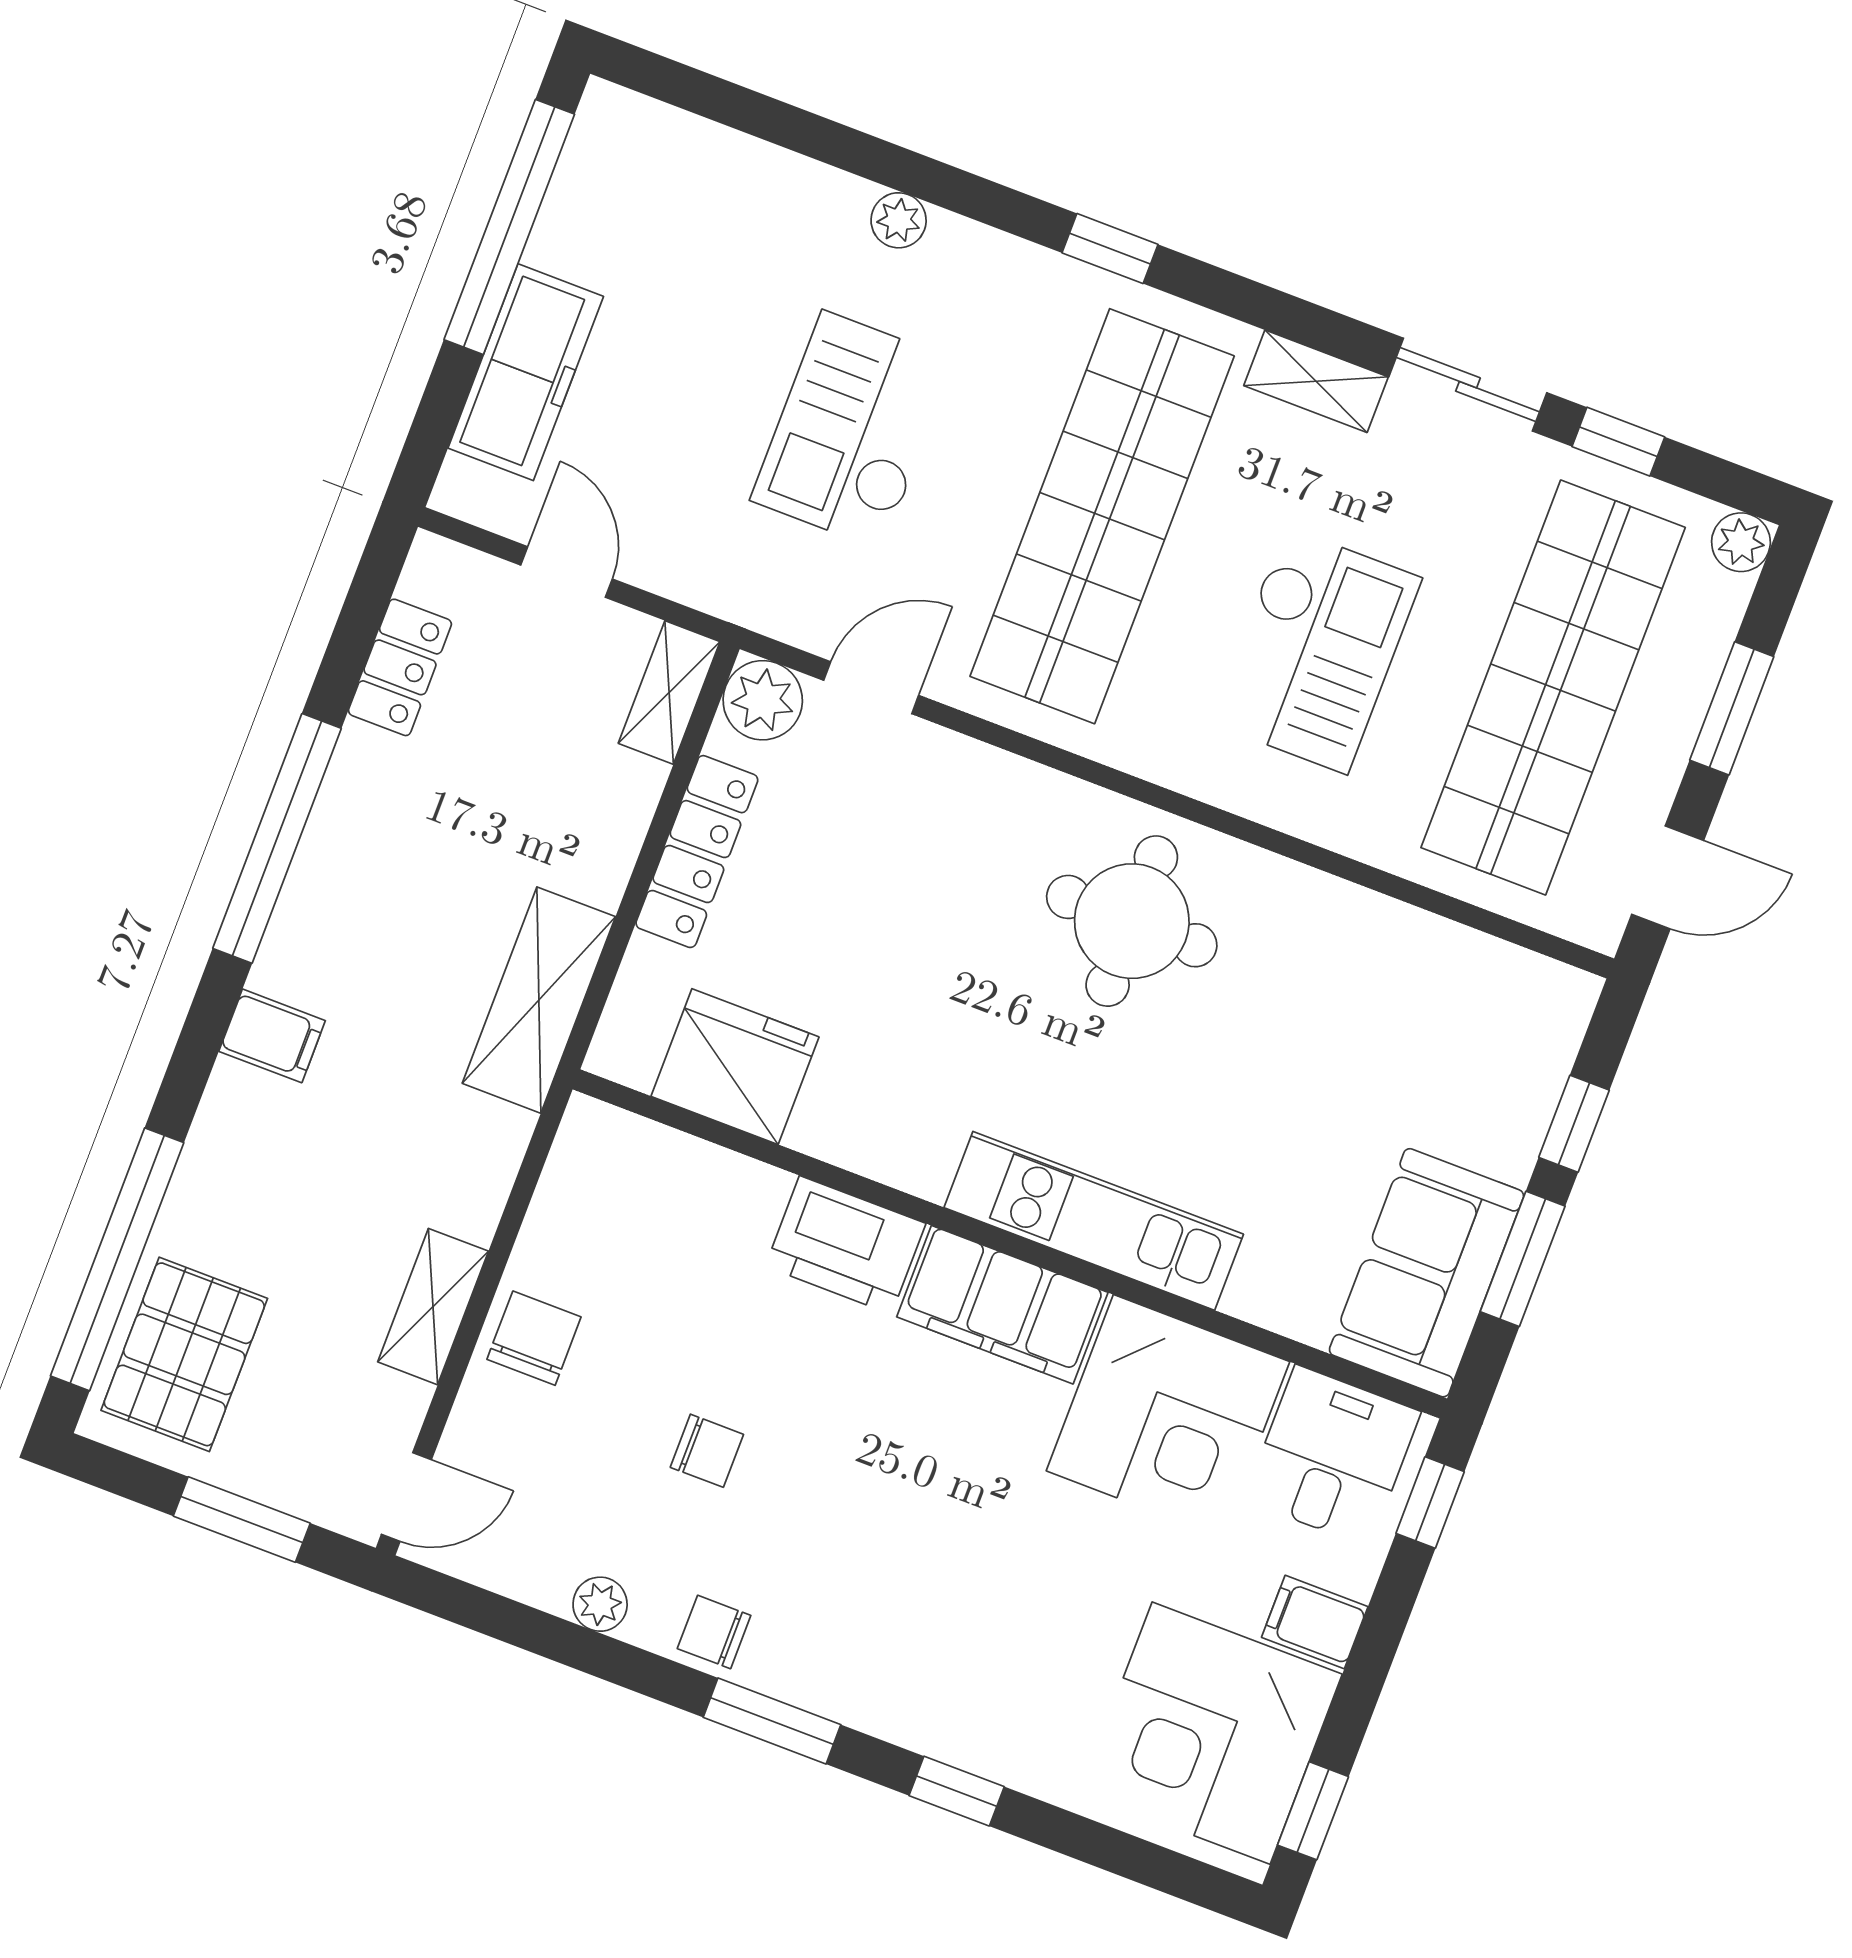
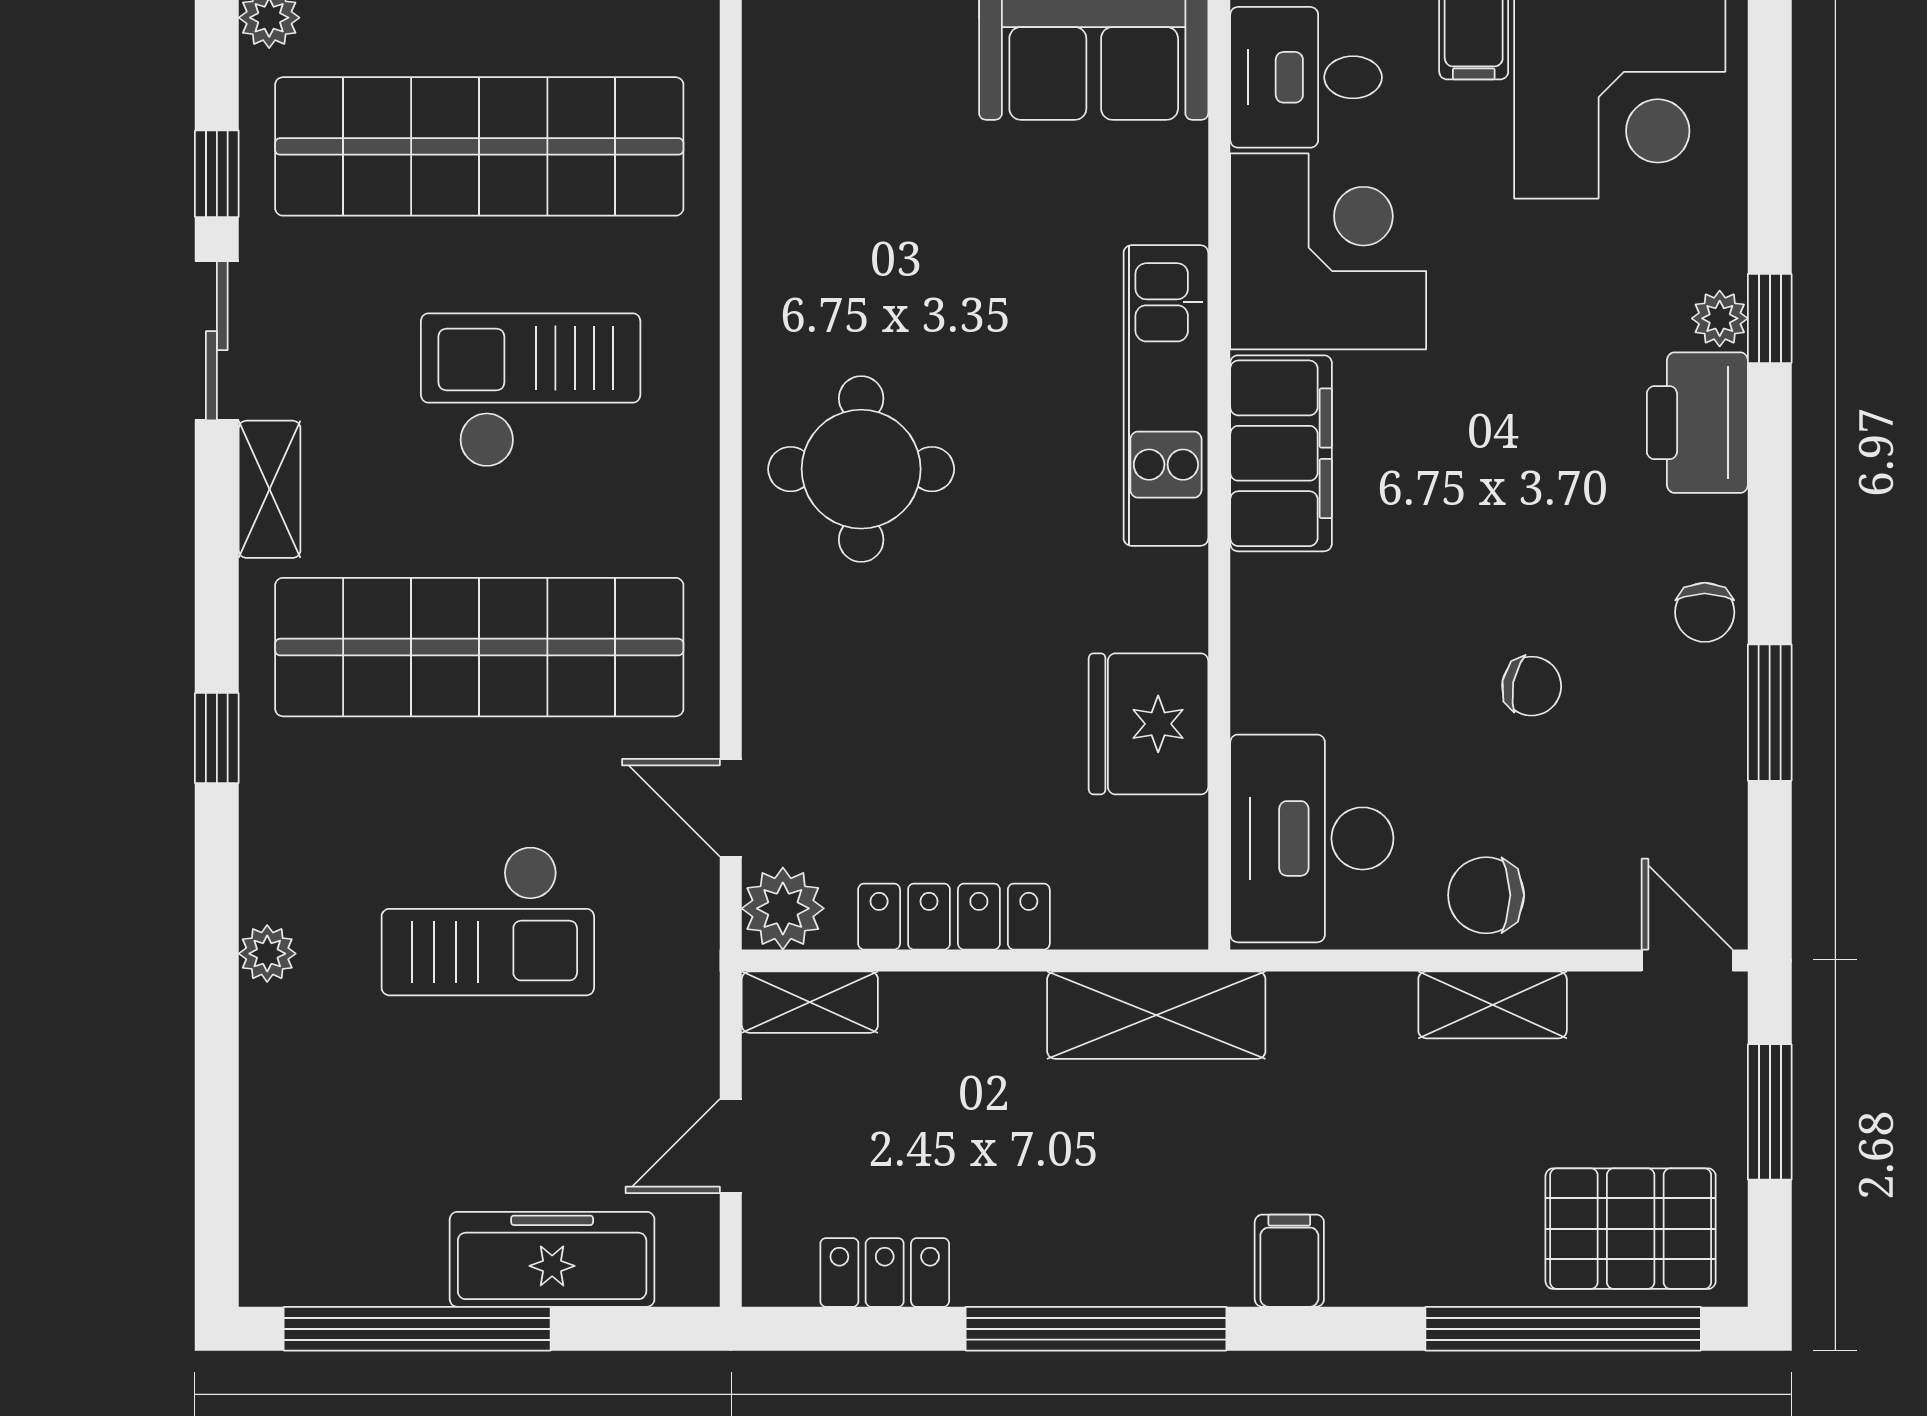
fridge: (735, 1067) -> (1149, 724), moved
desk: (645, 1201) -> (1312, 838), added
printer: (845, 1245) -> (1697, 423), moved, turned 180
chair: (707, 1451) -> (1532, 686), turned 101
plant: (600, 1604) -> (1720, 318), moved
window: (772, 1721) -> (1770, 713), moved

